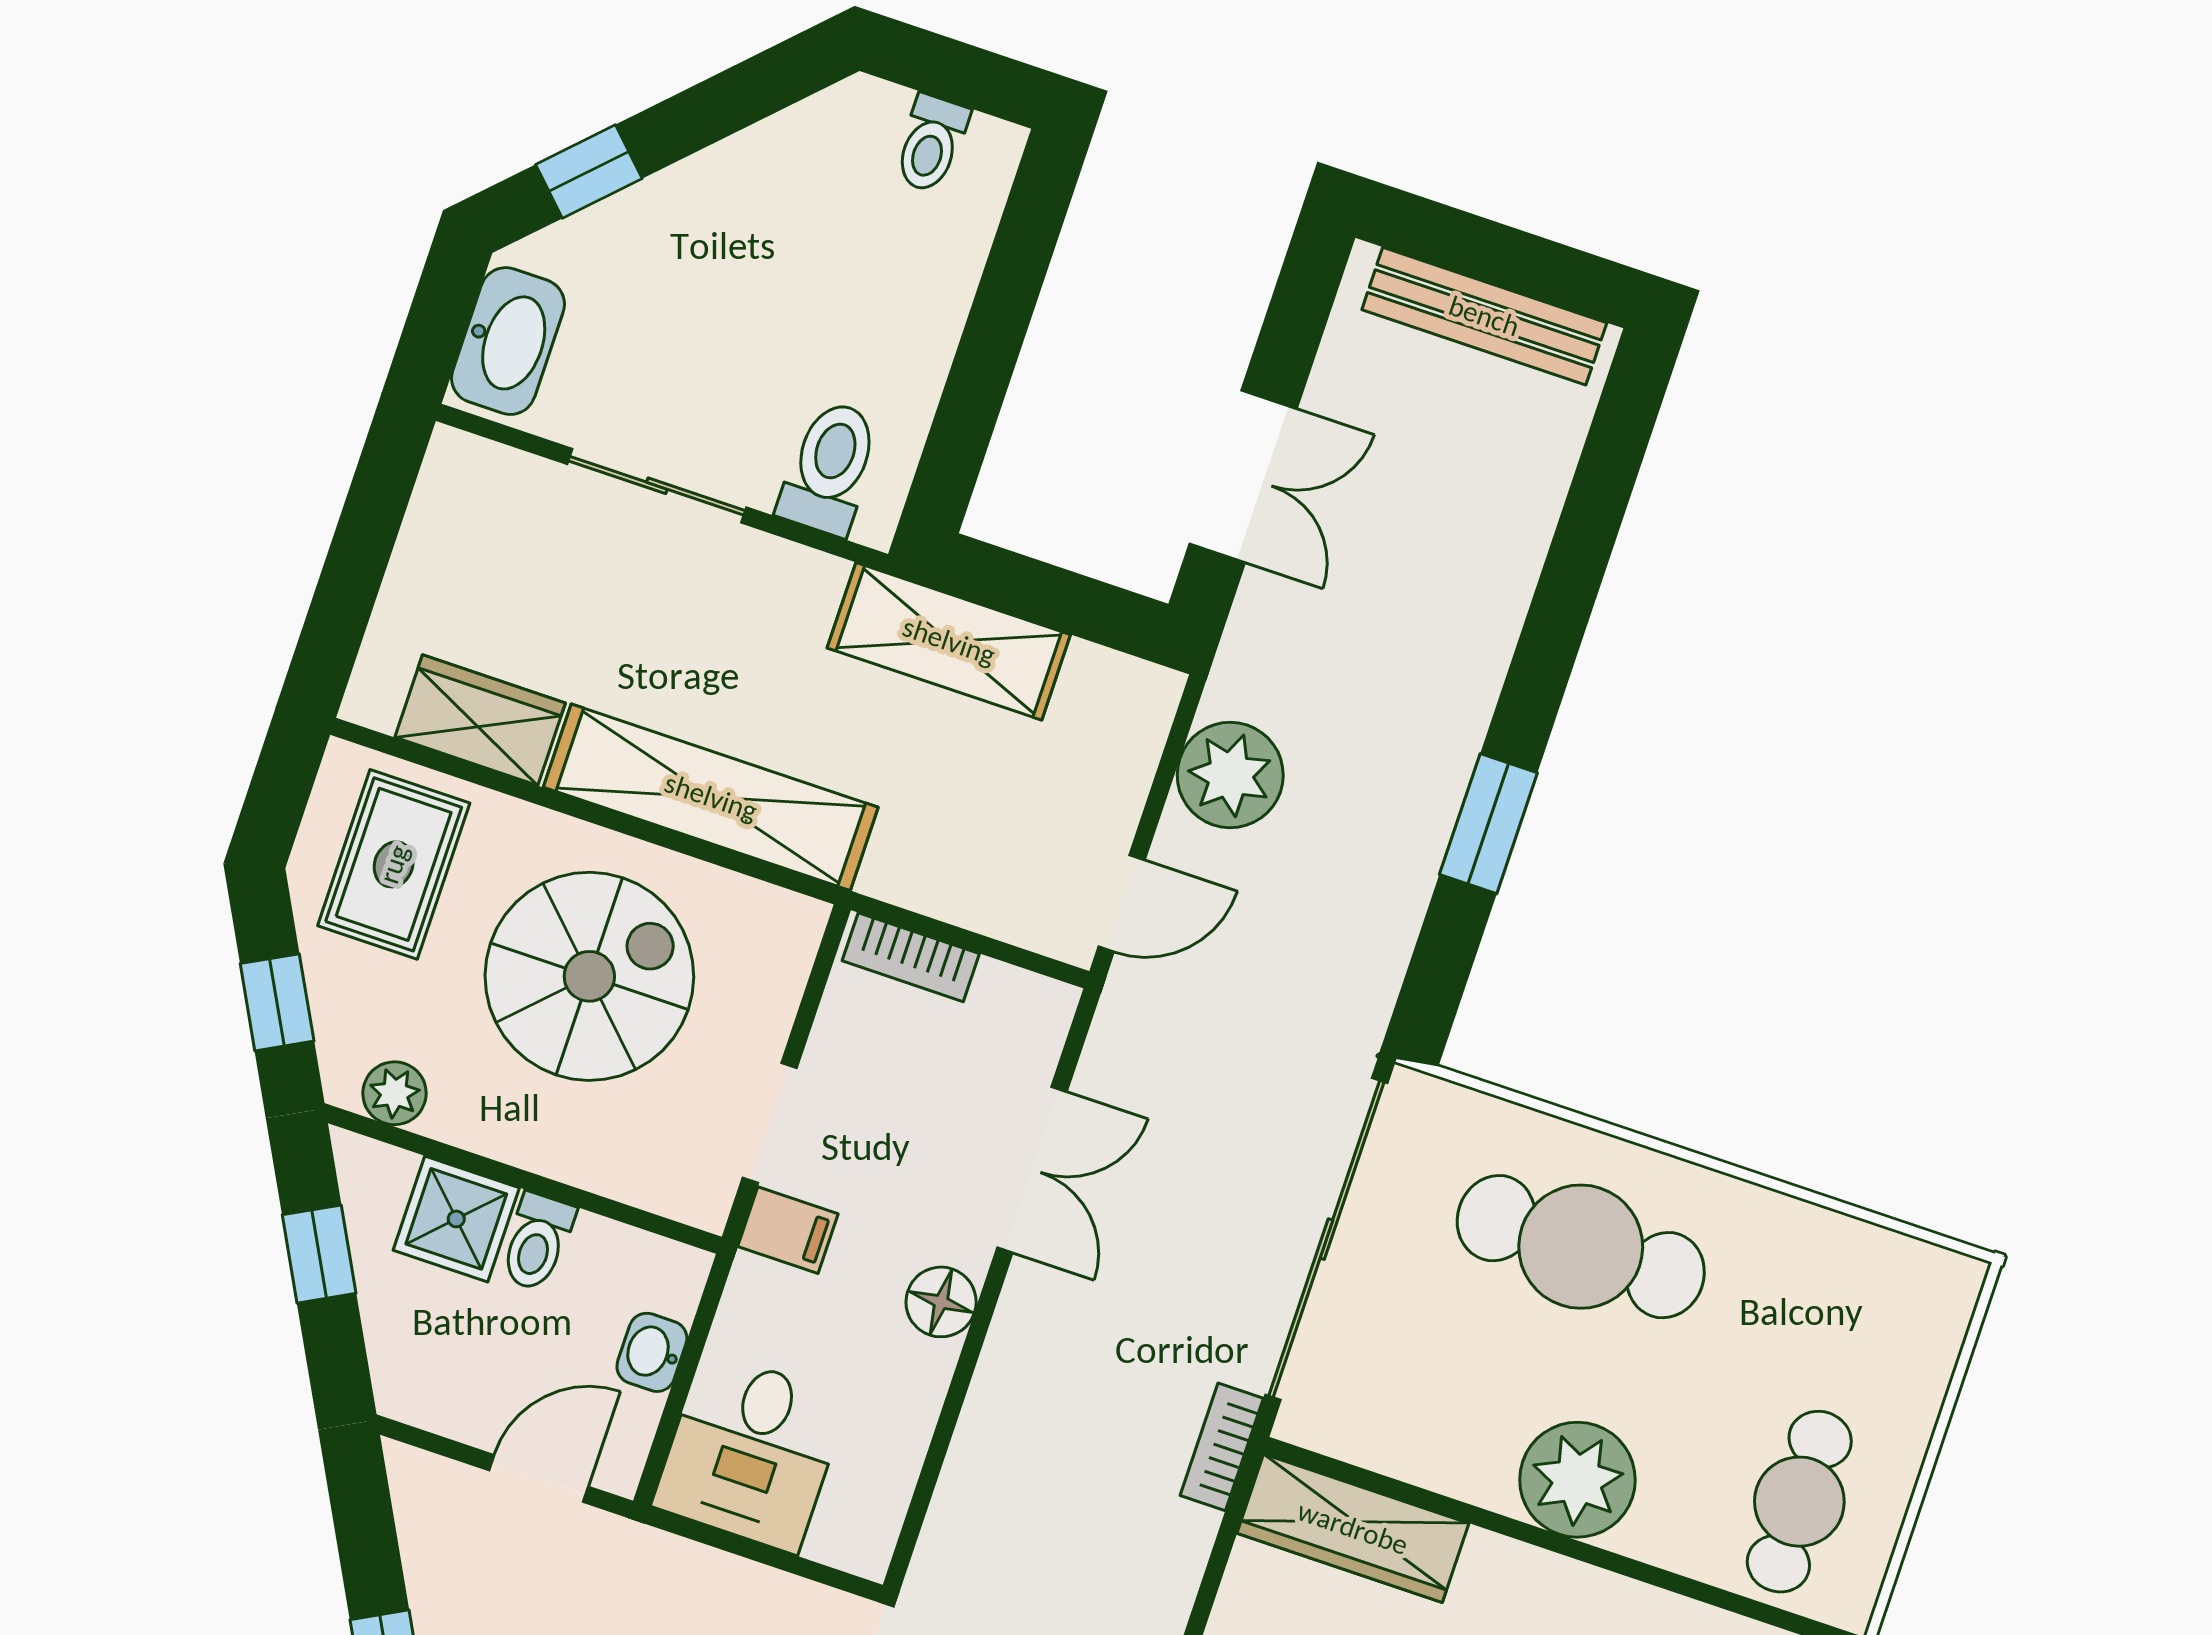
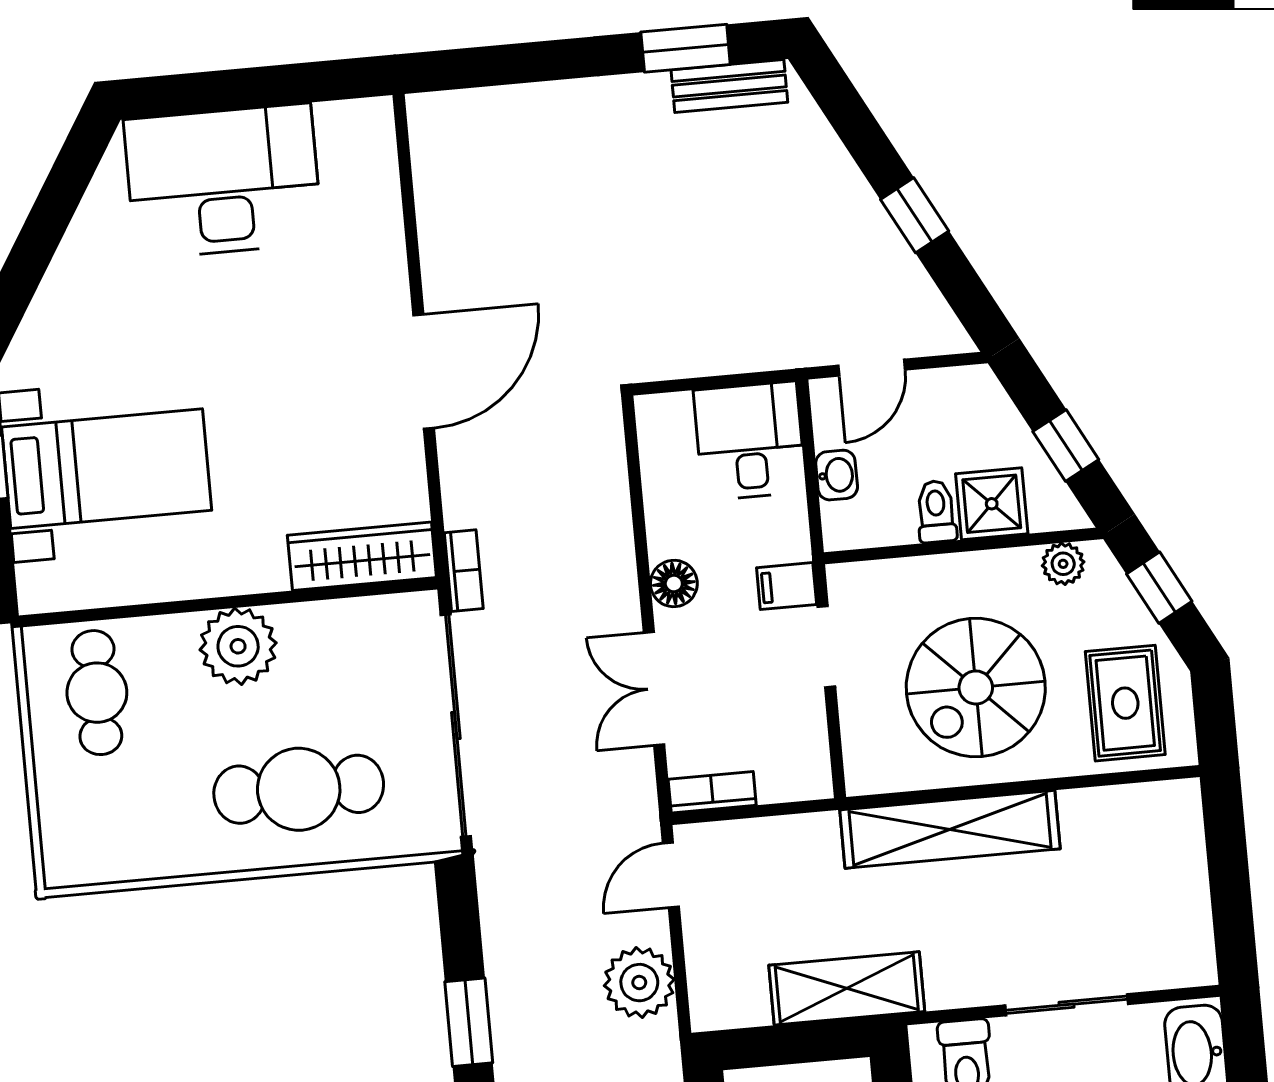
wardrobe: (480, 720) -> (1111, 814), removed
bookcase: (911, 957) -> (712, 792), moved

